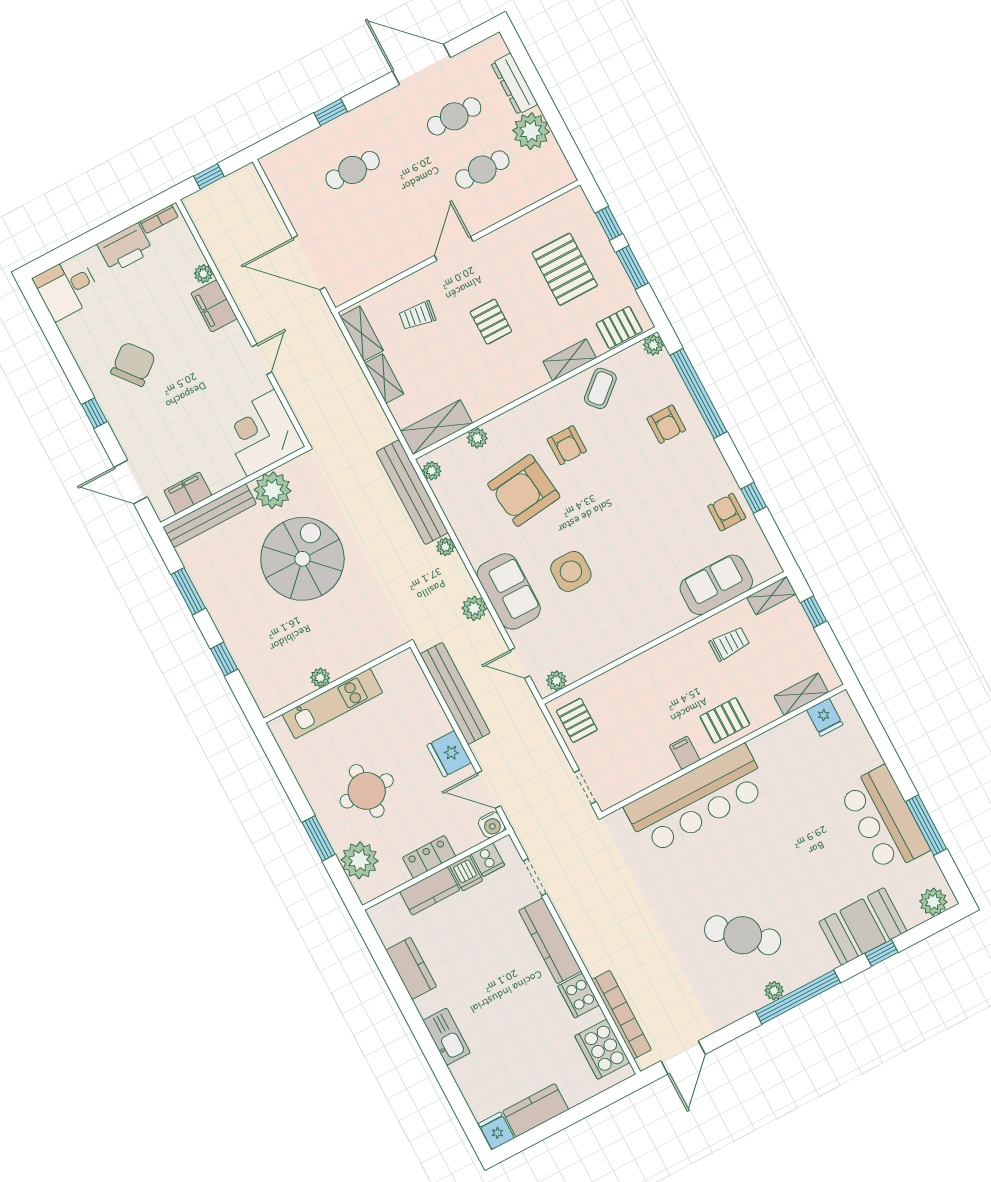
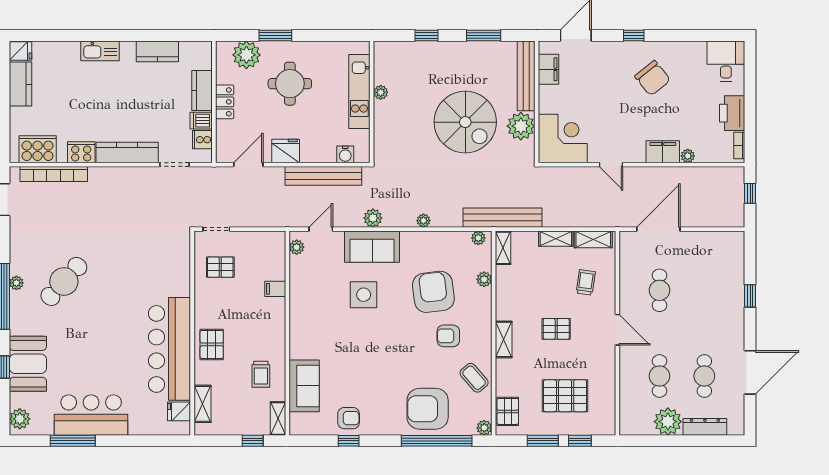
cafe table: (353, 170) -> (659, 290), moved
shelving: (570, 360) -> (504, 339), moved
armchair: (666, 424) -> (428, 409), width x1.88, depth x1.88
shelving: (436, 427) -> (503, 248), width x0.67, depth x0.75
bench: (412, 492) -> (503, 218), moved
pallet: (577, 720) -> (220, 267), moved
filing cabinet: (685, 753) -> (275, 289), moved, turned 180
bar counter: (697, 799) -> (170, 349), moved
water cooler: (492, 825) -> (345, 154), moved, turned -90

